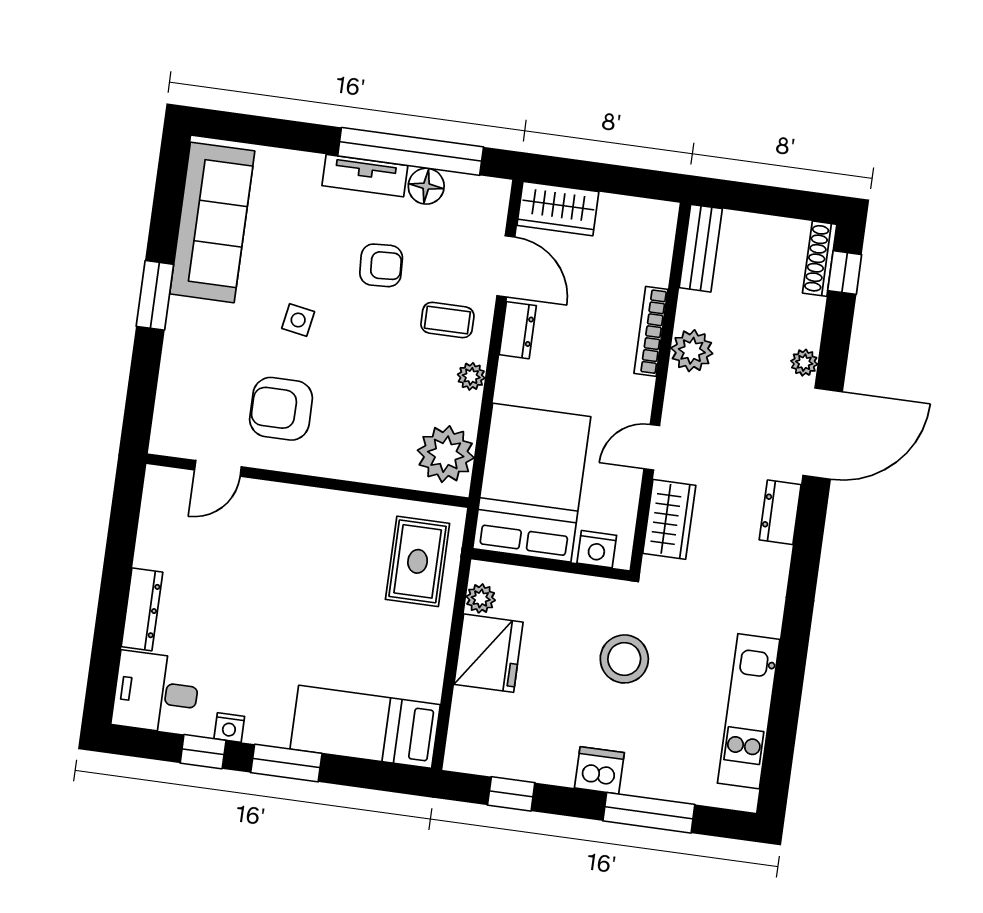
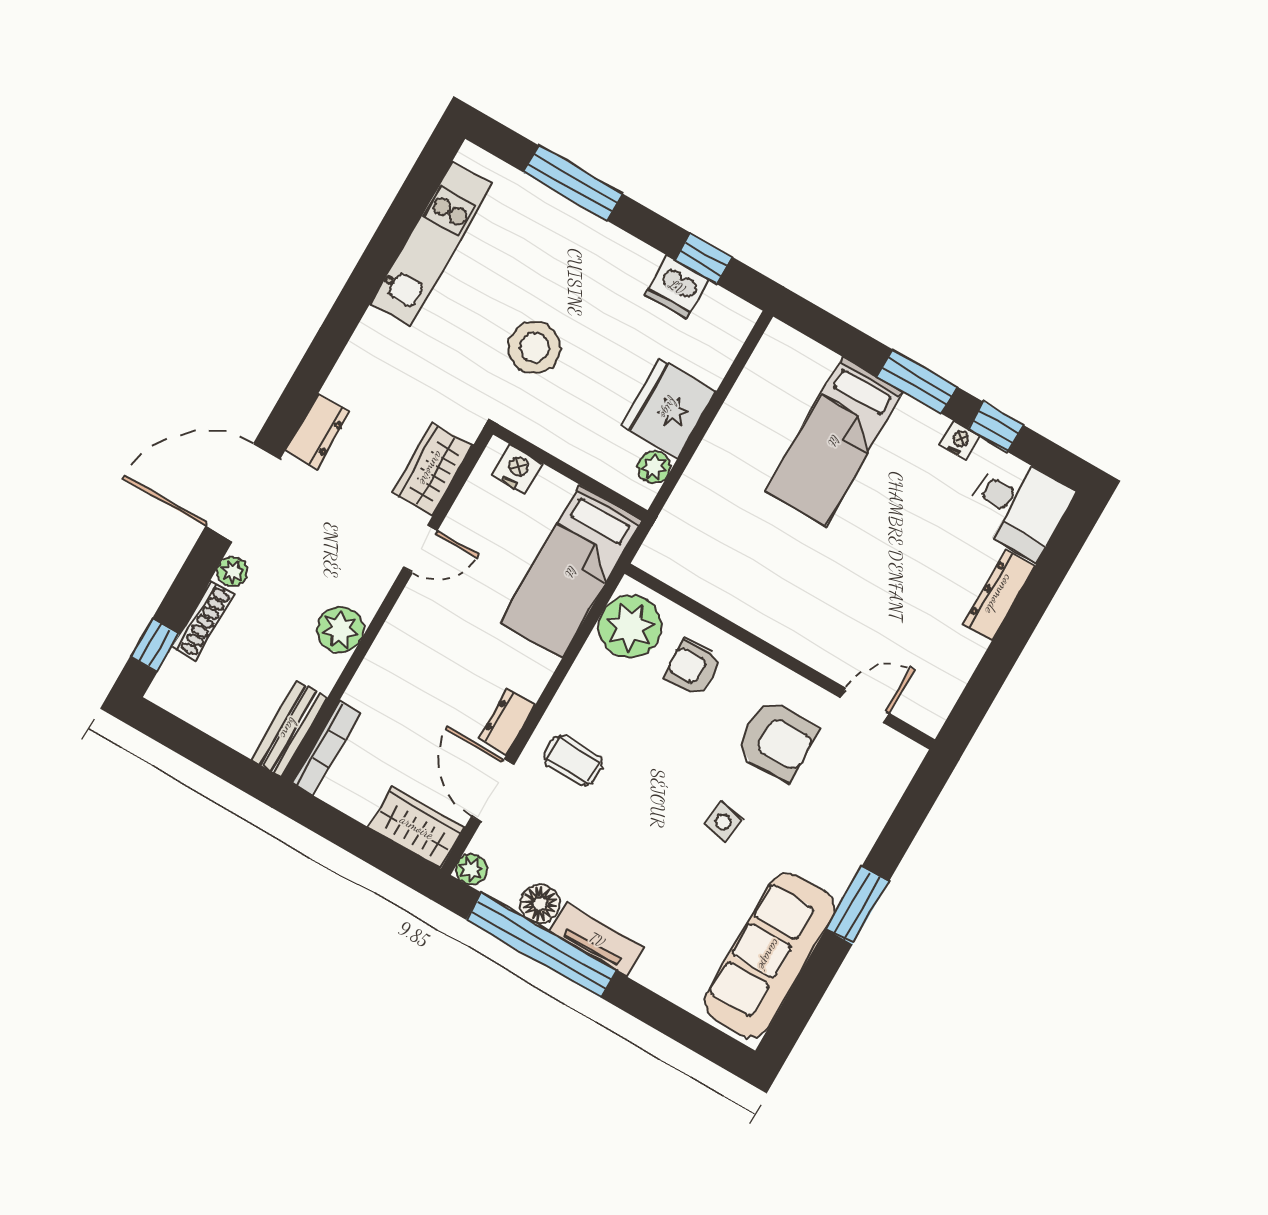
shoe rack: (820, 259) -> (203, 620), moved
armchair: (381, 265) -> (693, 668), moved
bookcase: (651, 331) -> (326, 748), moved
plant: (471, 376) -> (471, 869), moved
bed: (532, 483) -> (571, 572), width x0.67
rug: (418, 561) -> (702, 530), removed
bed: (365, 727) -> (834, 441), moved, turned 90
dishwasher: (599, 770) -> (677, 287), moved

